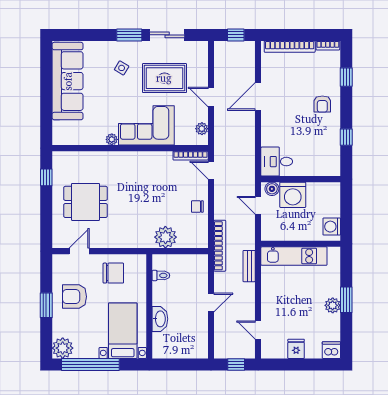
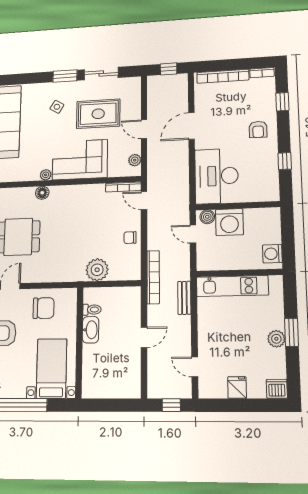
floor lamp: (109, 158) -> (42, 193), added
desk: (277, 162) -> (216, 176), width x1.87, depth x1.30
washbasin: (160, 319) -> (91, 330), moved

